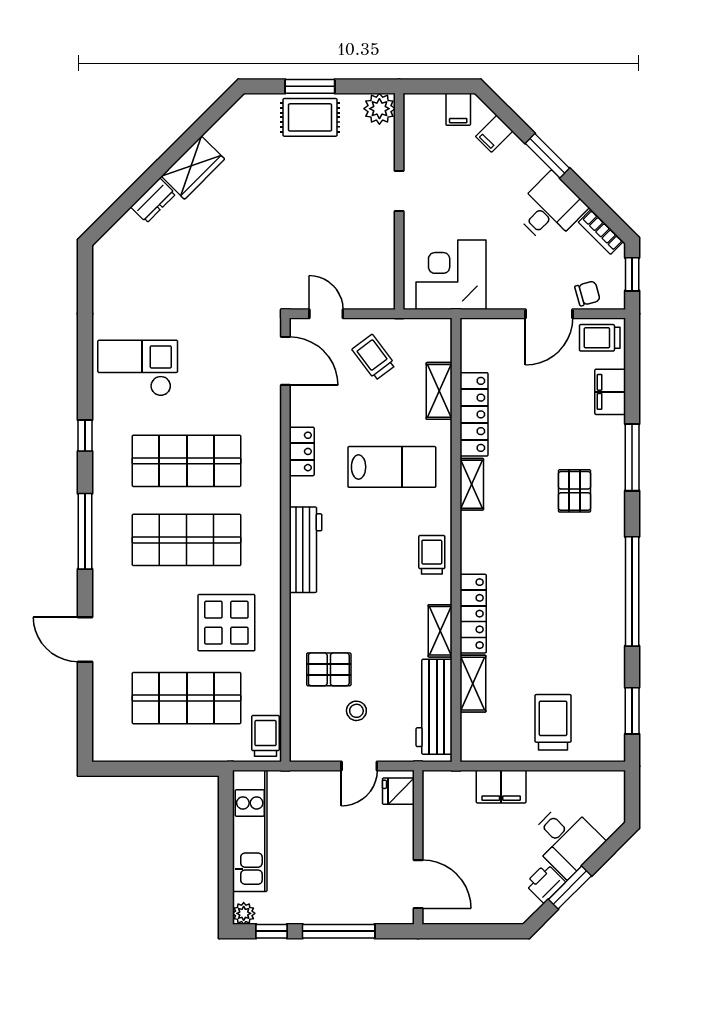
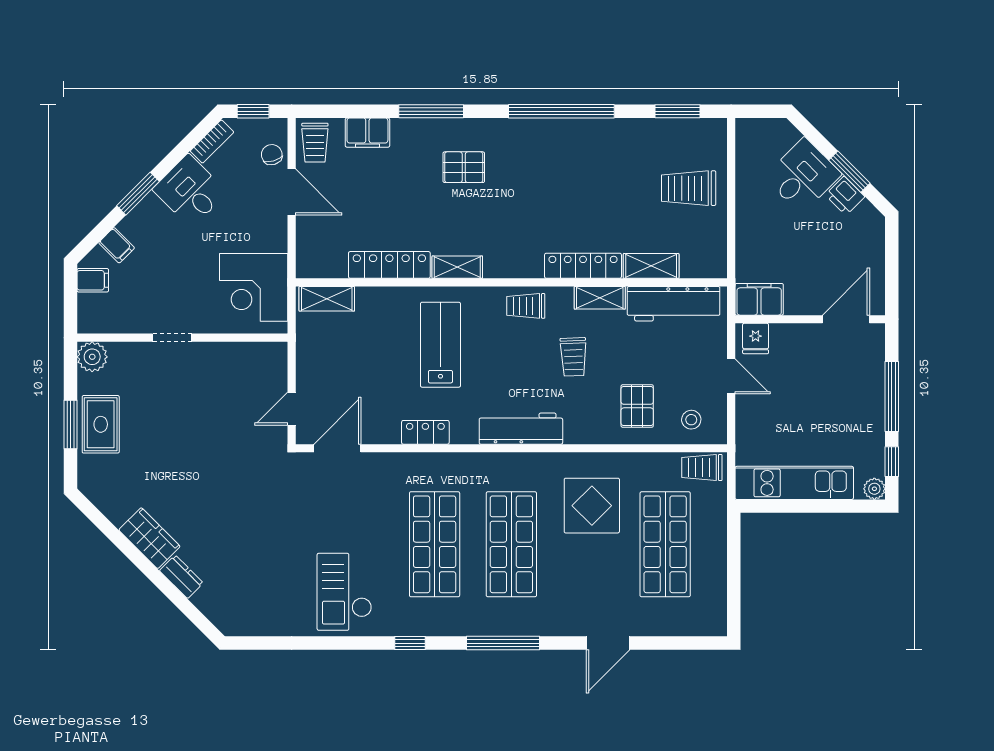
trolley: (374, 357) -> (573, 357), moved, turned -55
shelving: (439, 391) -> (327, 299), moved
stool: (356, 711) -> (691, 420), moved
filing cabinet: (501, 787) -> (759, 299), moved, turned -90

